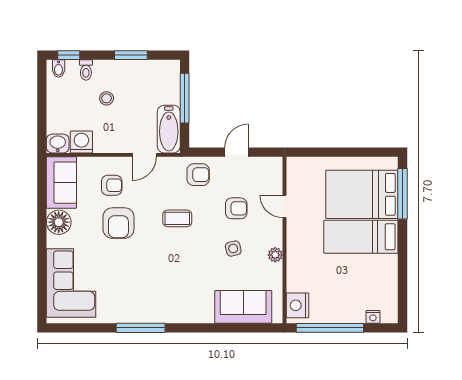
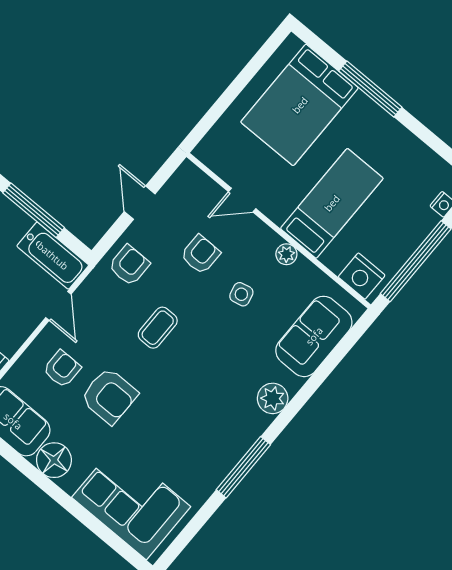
window: (402, 194) -> (370, 89), moved
bed: (361, 237) -> (332, 203), moved, turned 180
plant: (191, 313) -> (273, 398), added

